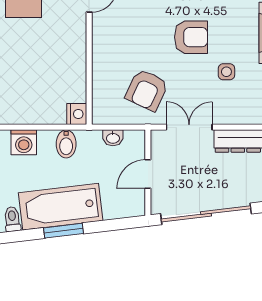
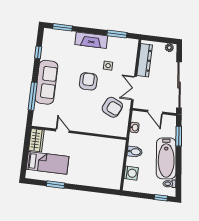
nightstand: (77, 114) -> (120, 144), removed
window: (64, 231) -> (179, 136), moved

